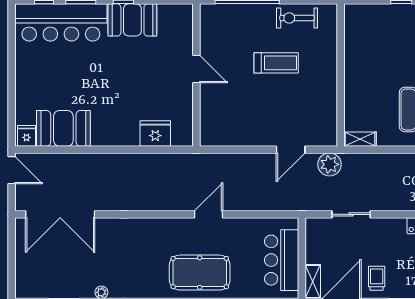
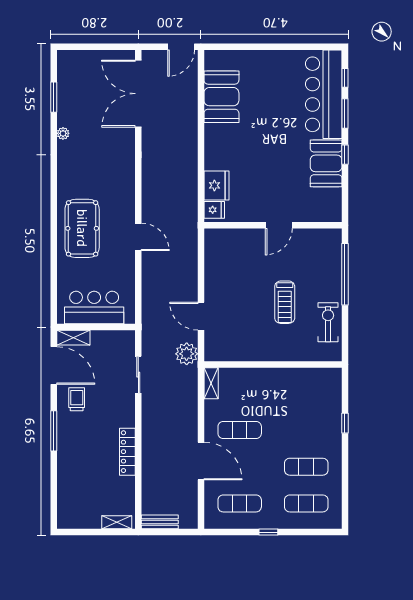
fridge: (27, 136) -> (214, 210), moved
trolley: (377, 278) -> (77, 399), turned -90

